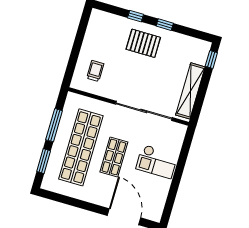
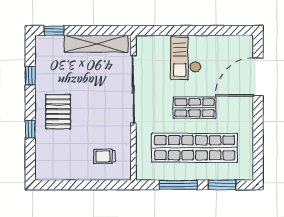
window: (165, 25) -> (30, 76), moved
checkout: (157, 162) -> (186, 58), turned 180

